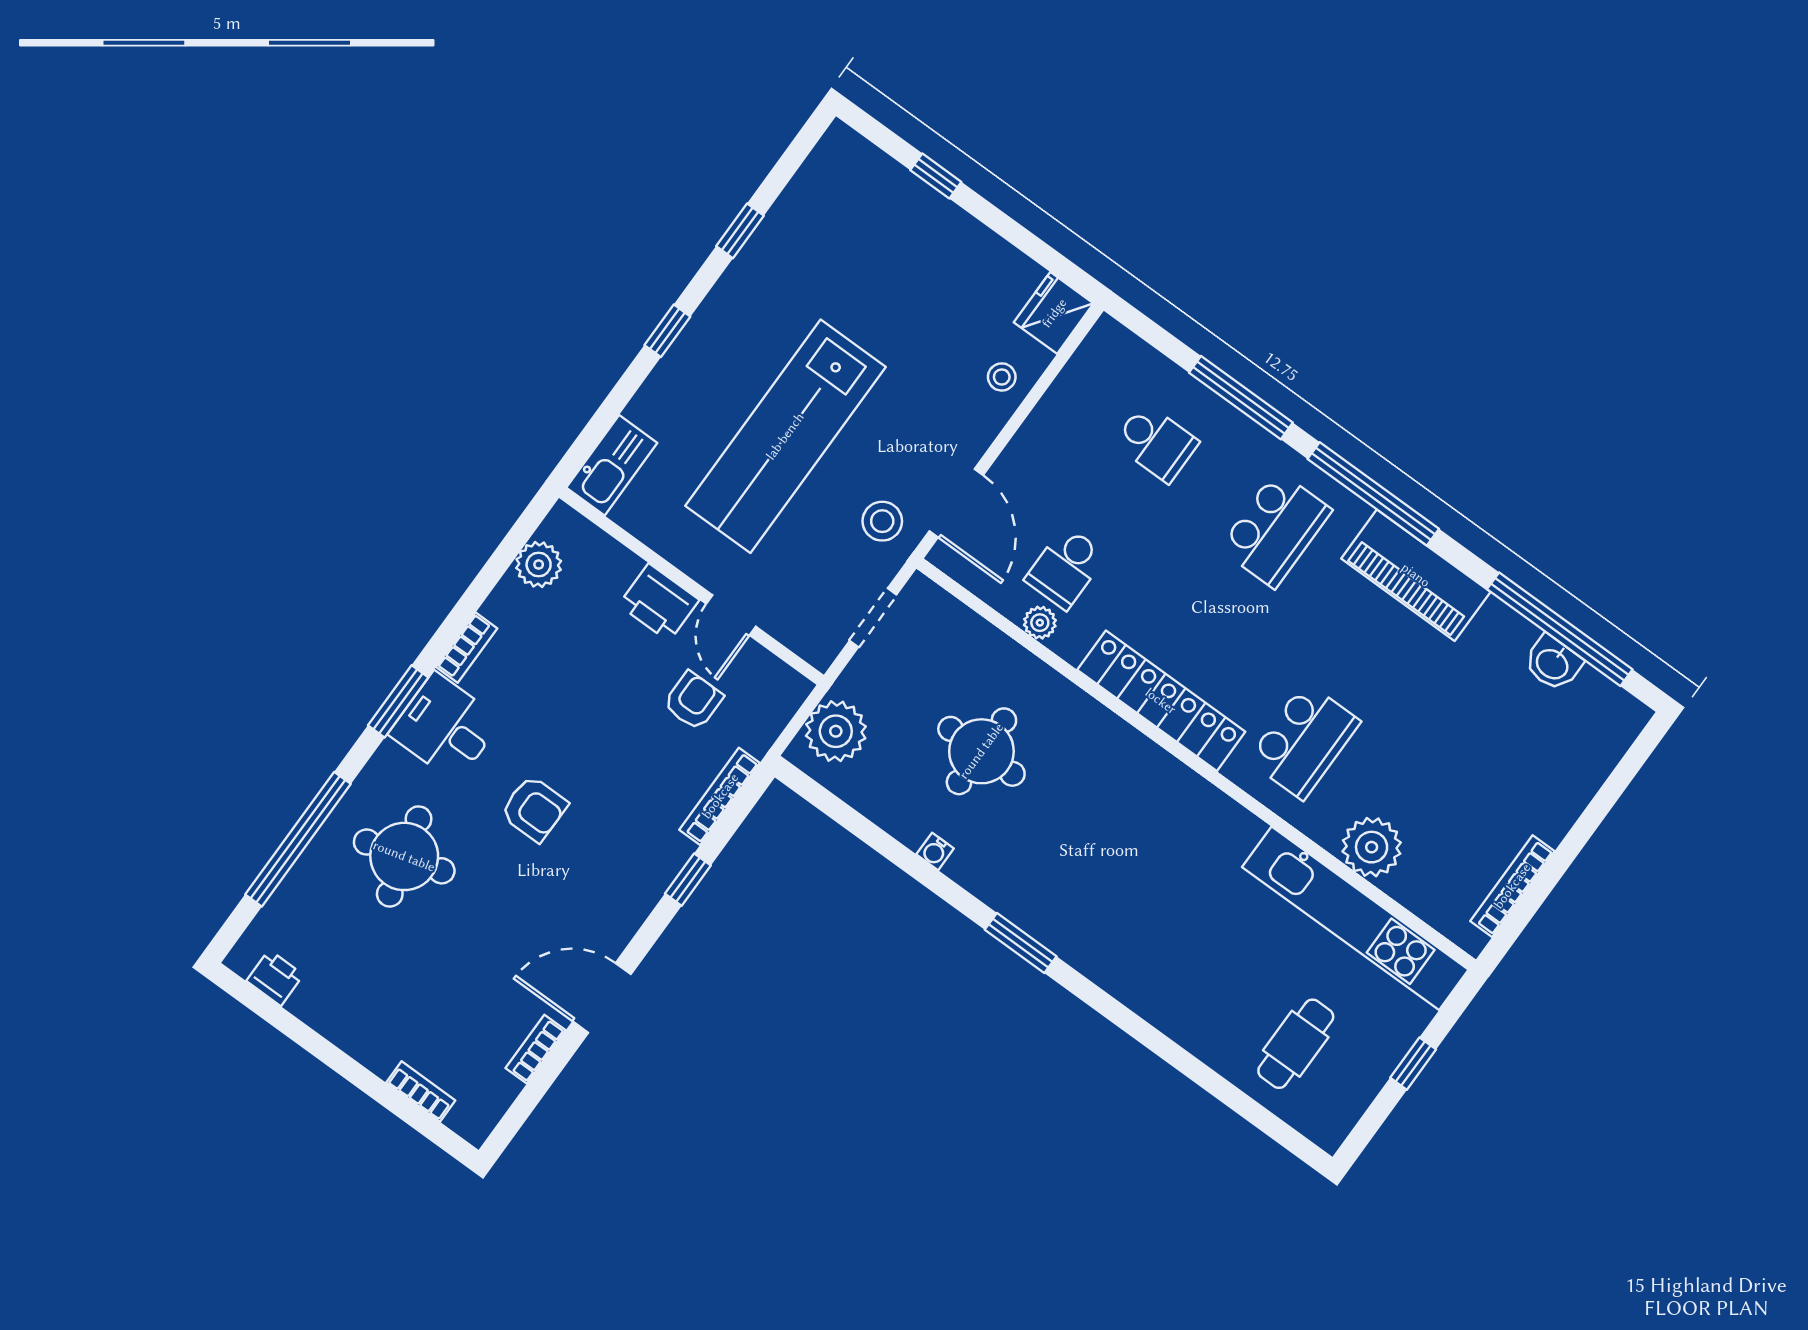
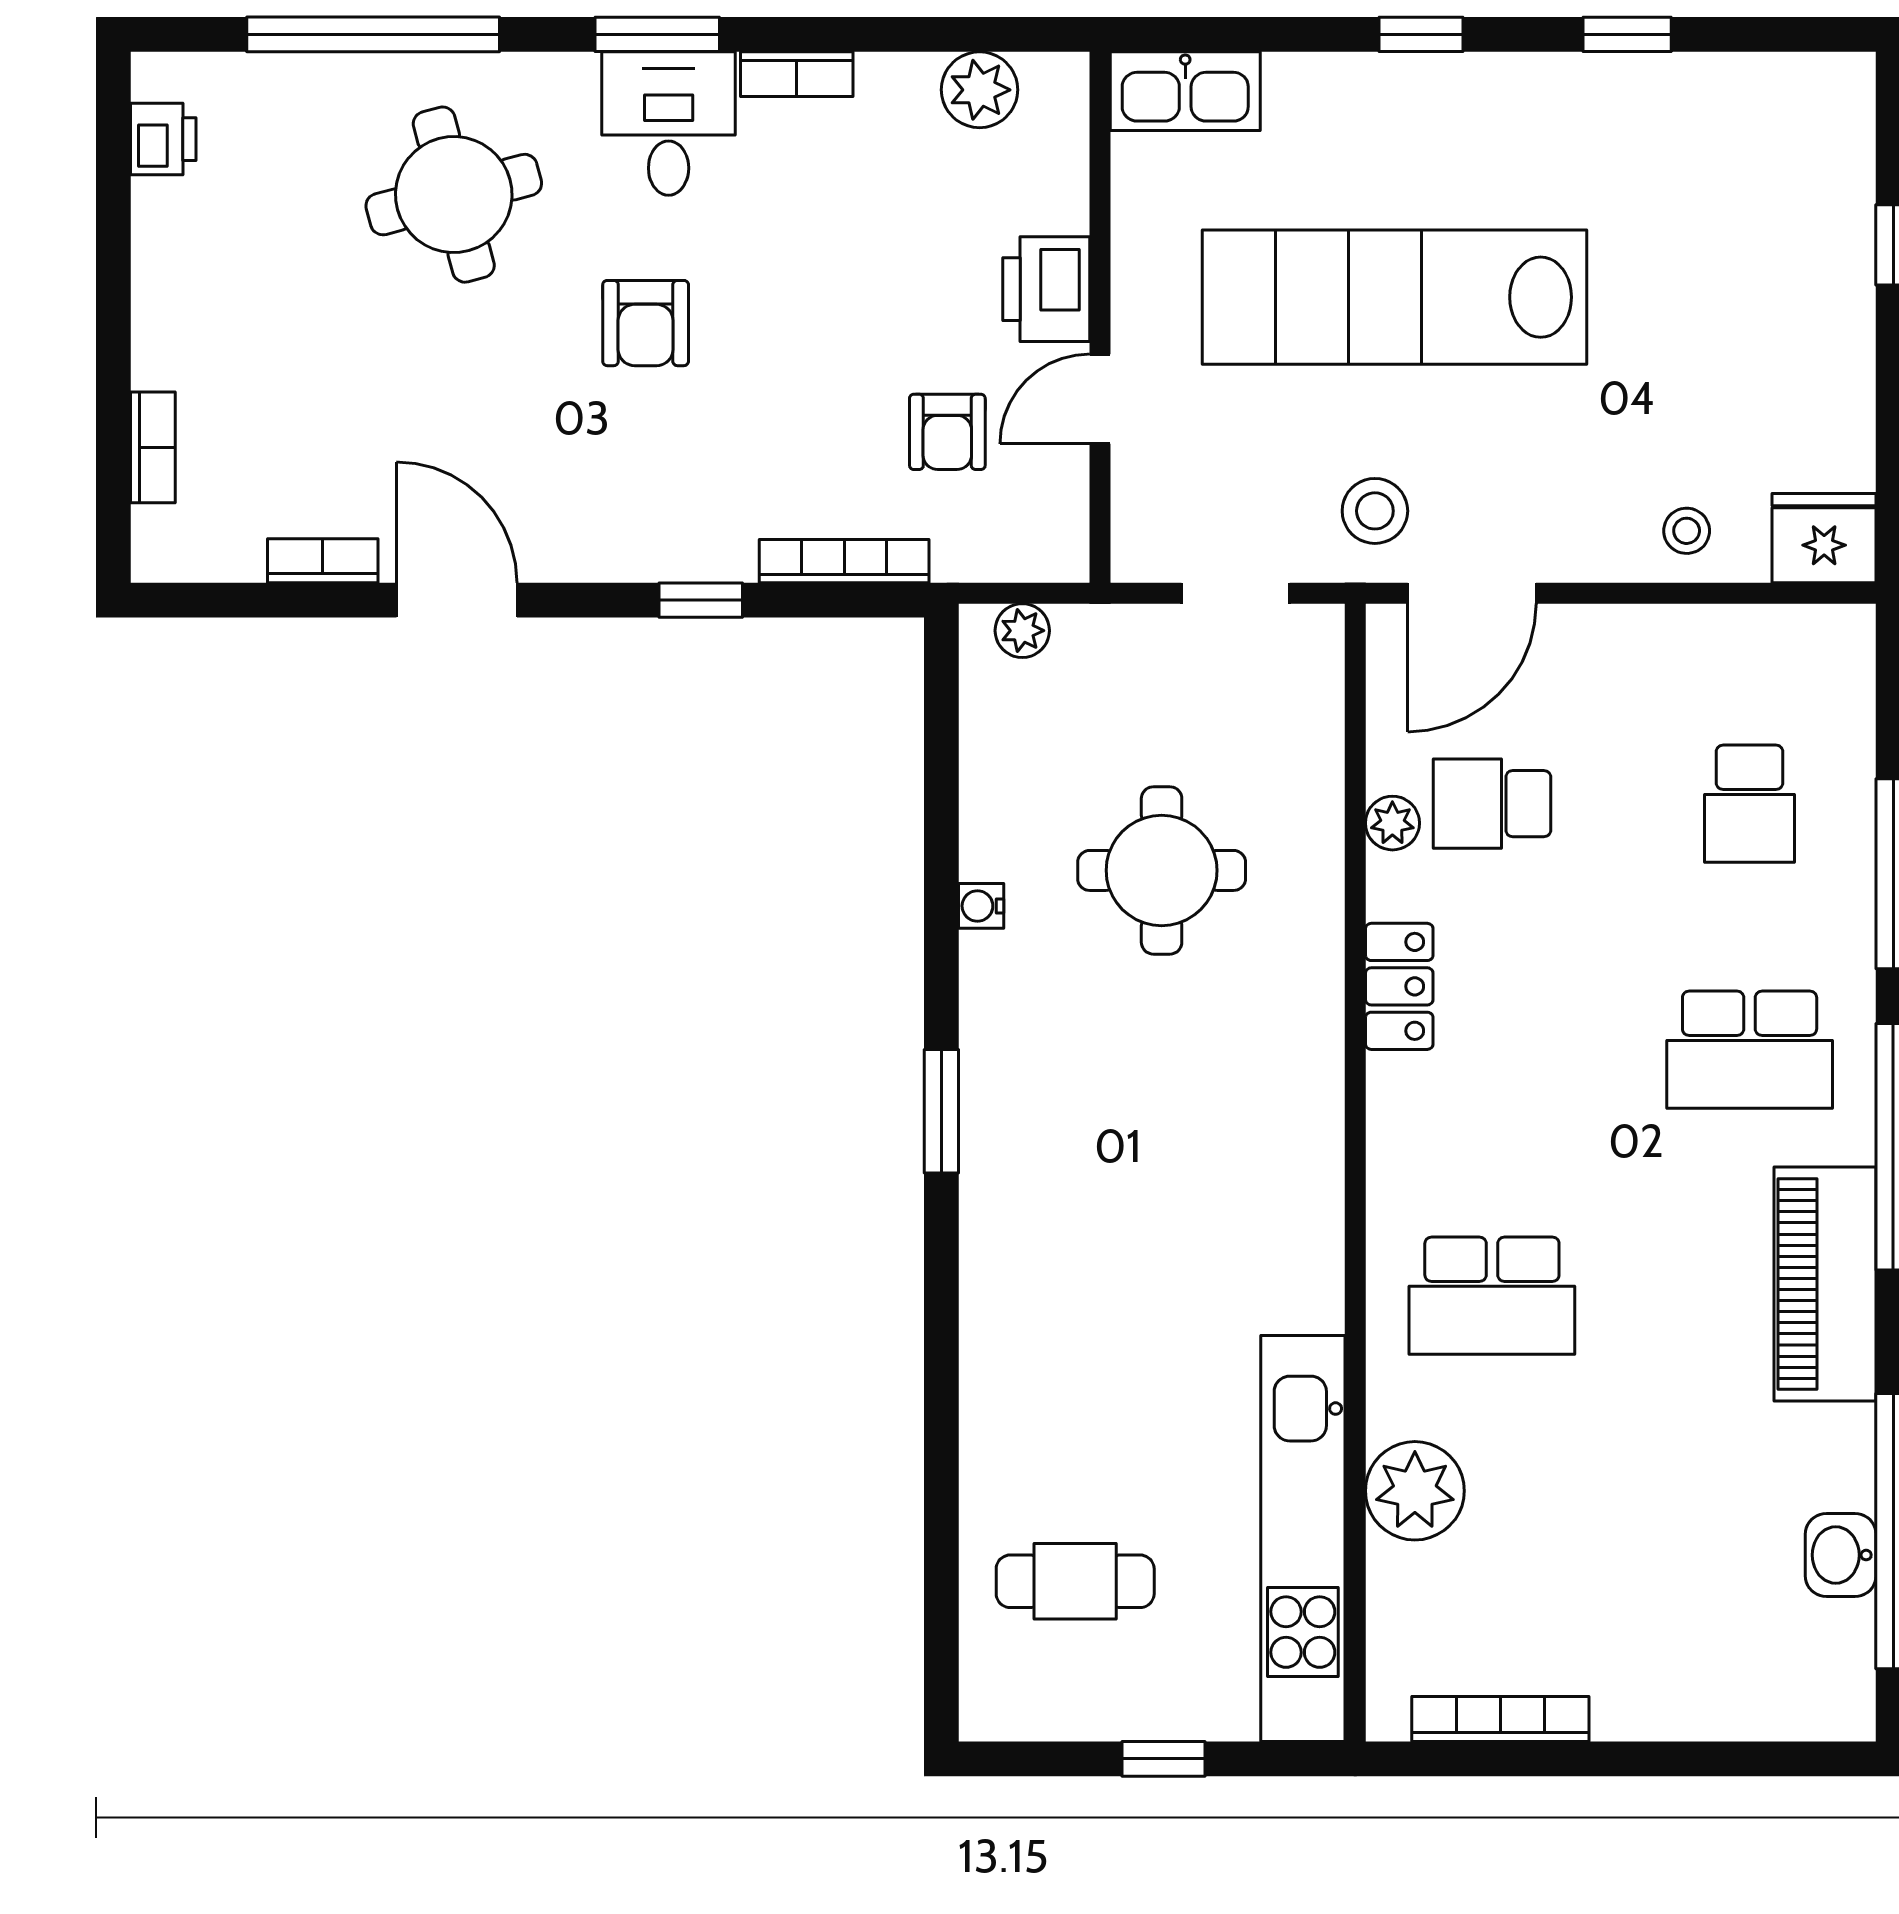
armchair: (693, 701) -> (947, 432), turned 90
locker: (1161, 701) -> (1399, 986), width x0.46, depth x0.83
plant: (836, 731) -> (1022, 631), width x0.53, depth x0.53

